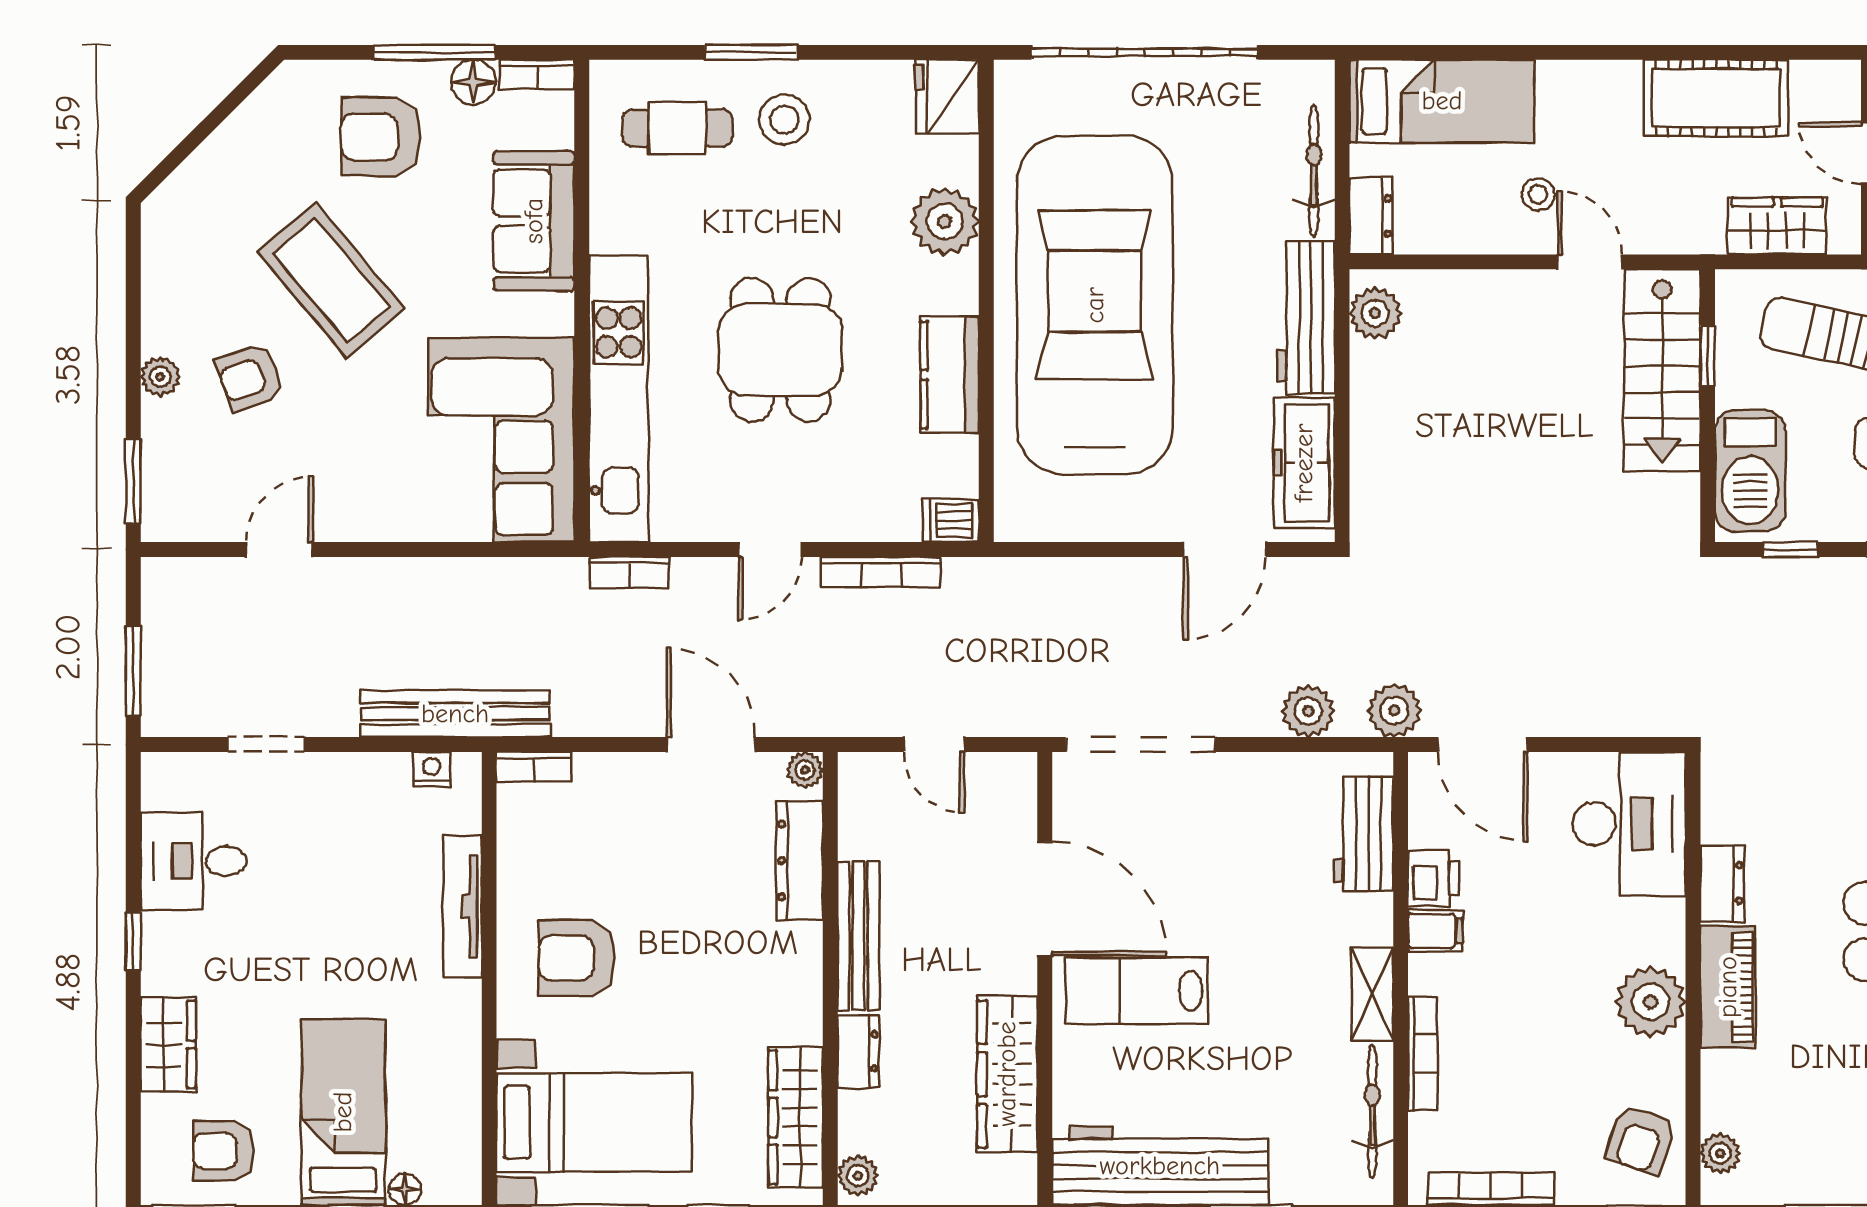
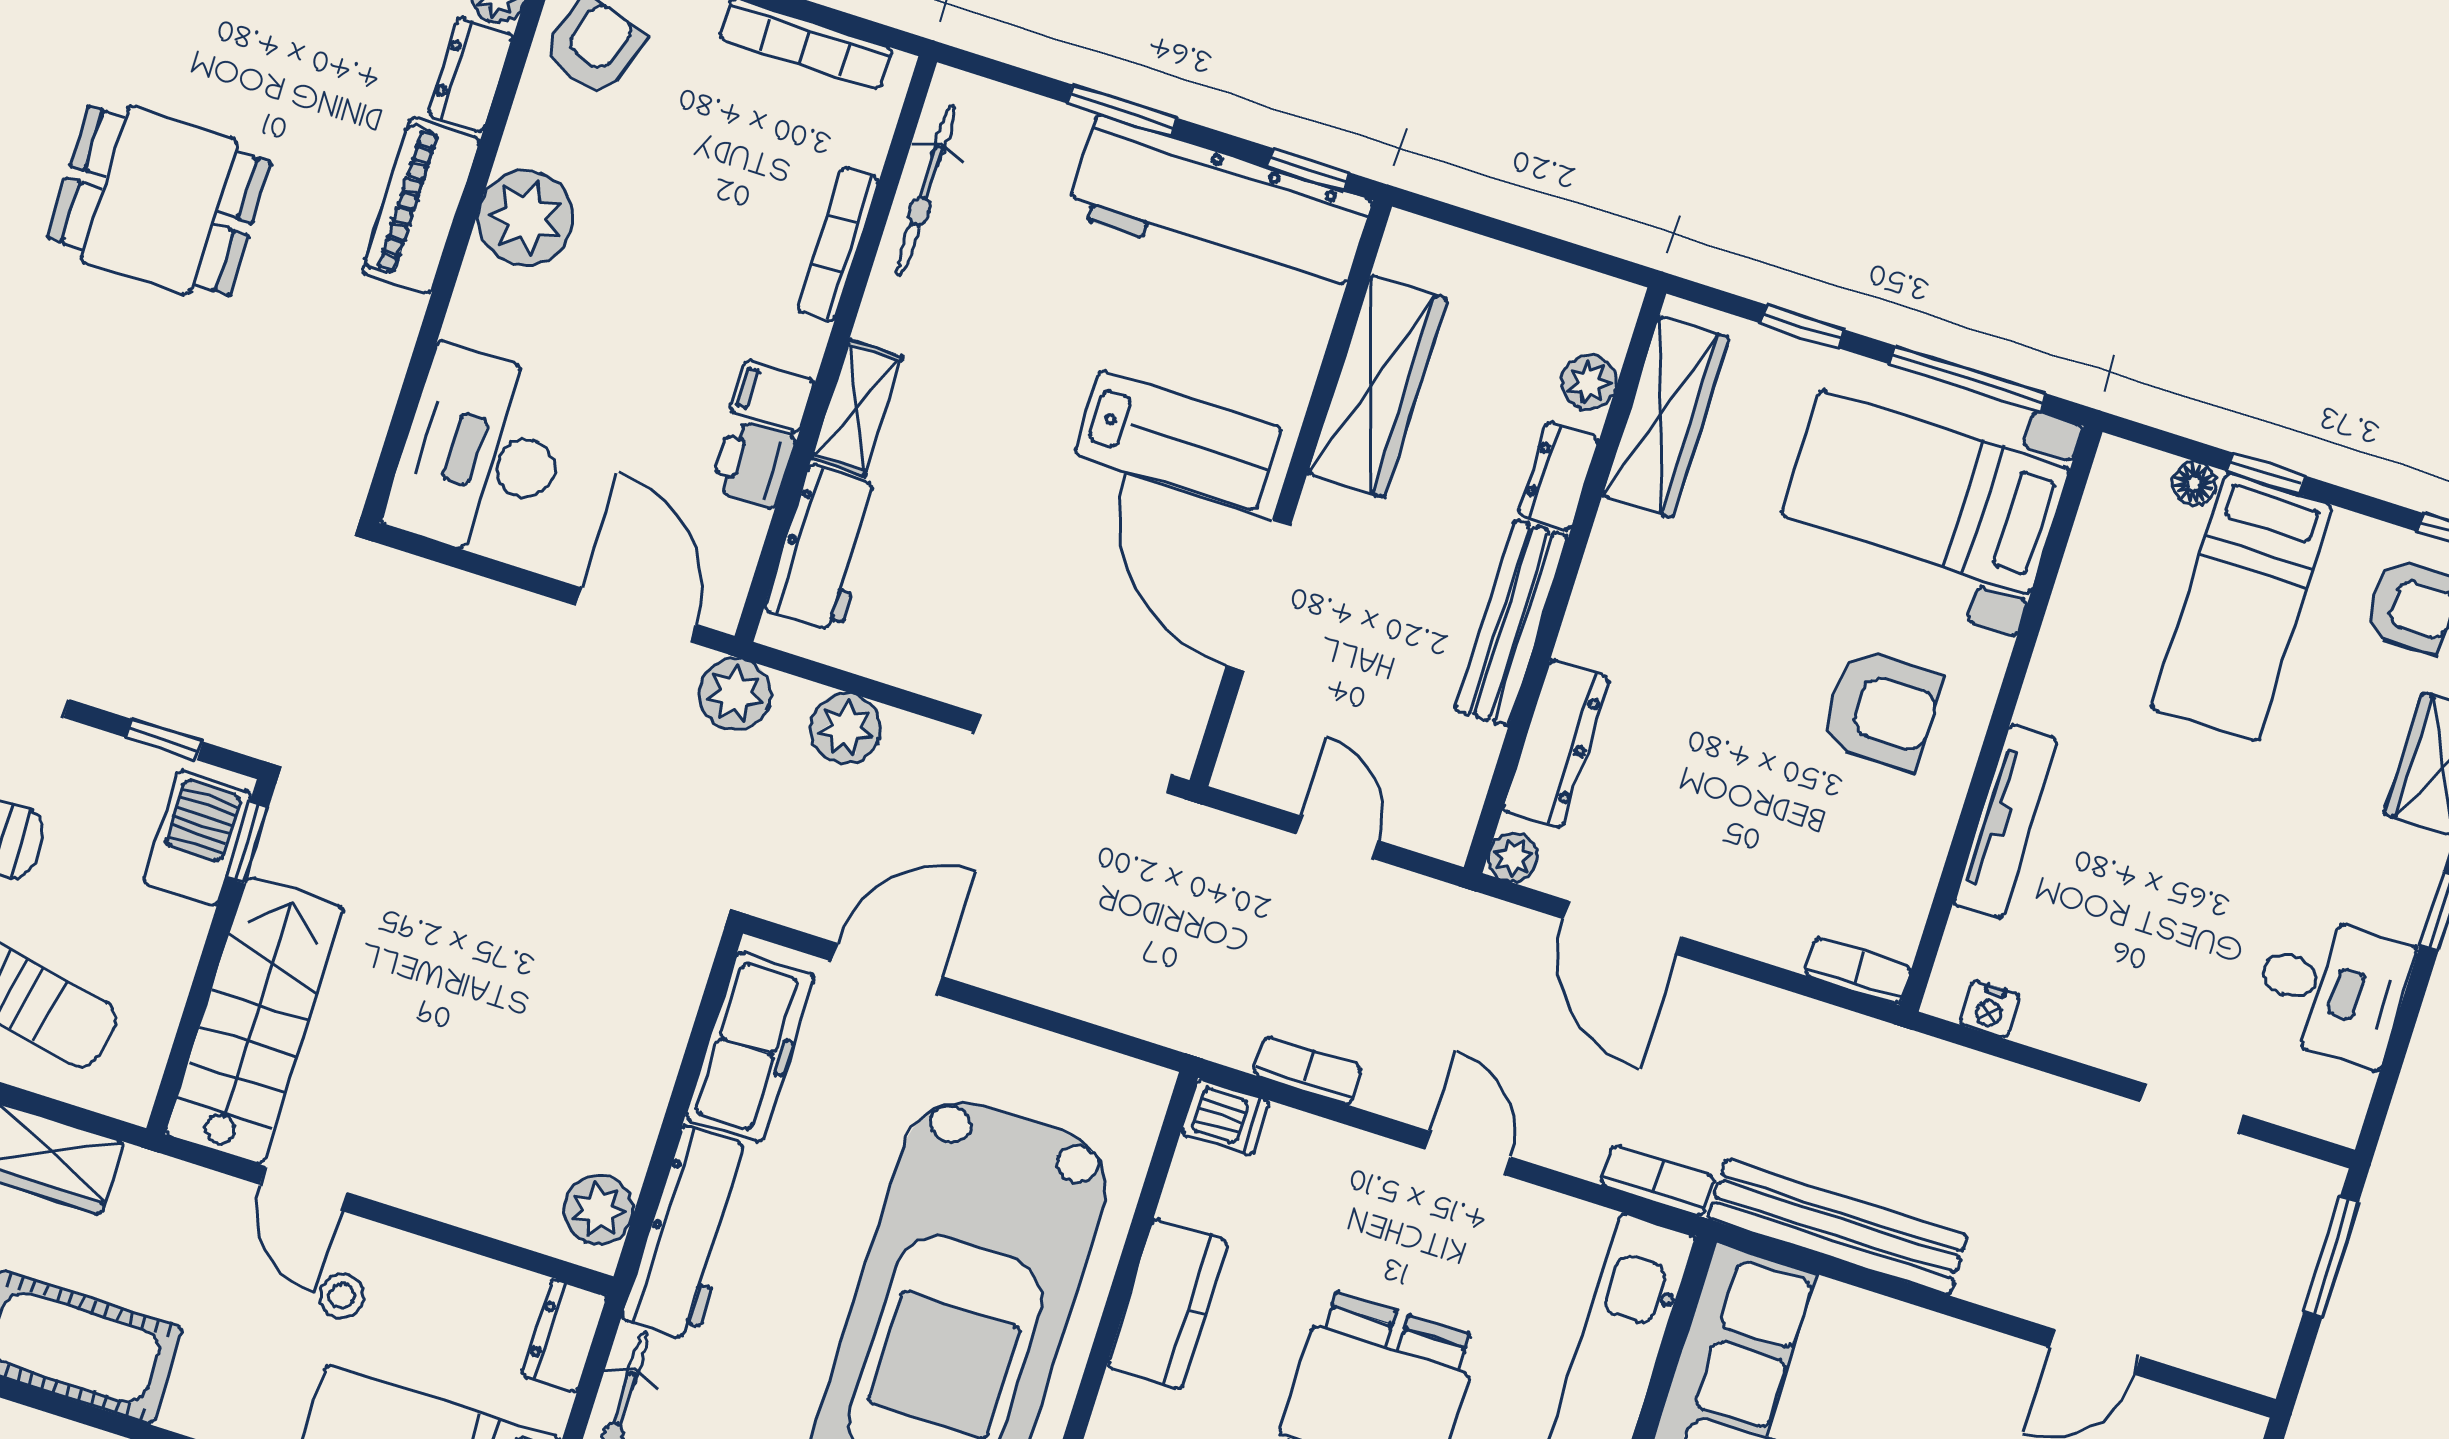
window: (1708, 355) -> (247, 842), moved
barbecue: (1750, 471) -> (197, 838), width x0.73, depth x0.83
door: (770, 550) -> (1468, 1153), hinge flipped
bookcase: (881, 572) -> (1308, 1071), width x0.64
bench: (455, 714) -> (1838, 1227), moved
dresser: (1722, 883) -> (470, 75), moved
shelving: (1372, 994) -> (857, 407), moved
plant: (858, 1176) -> (1589, 382), moved

